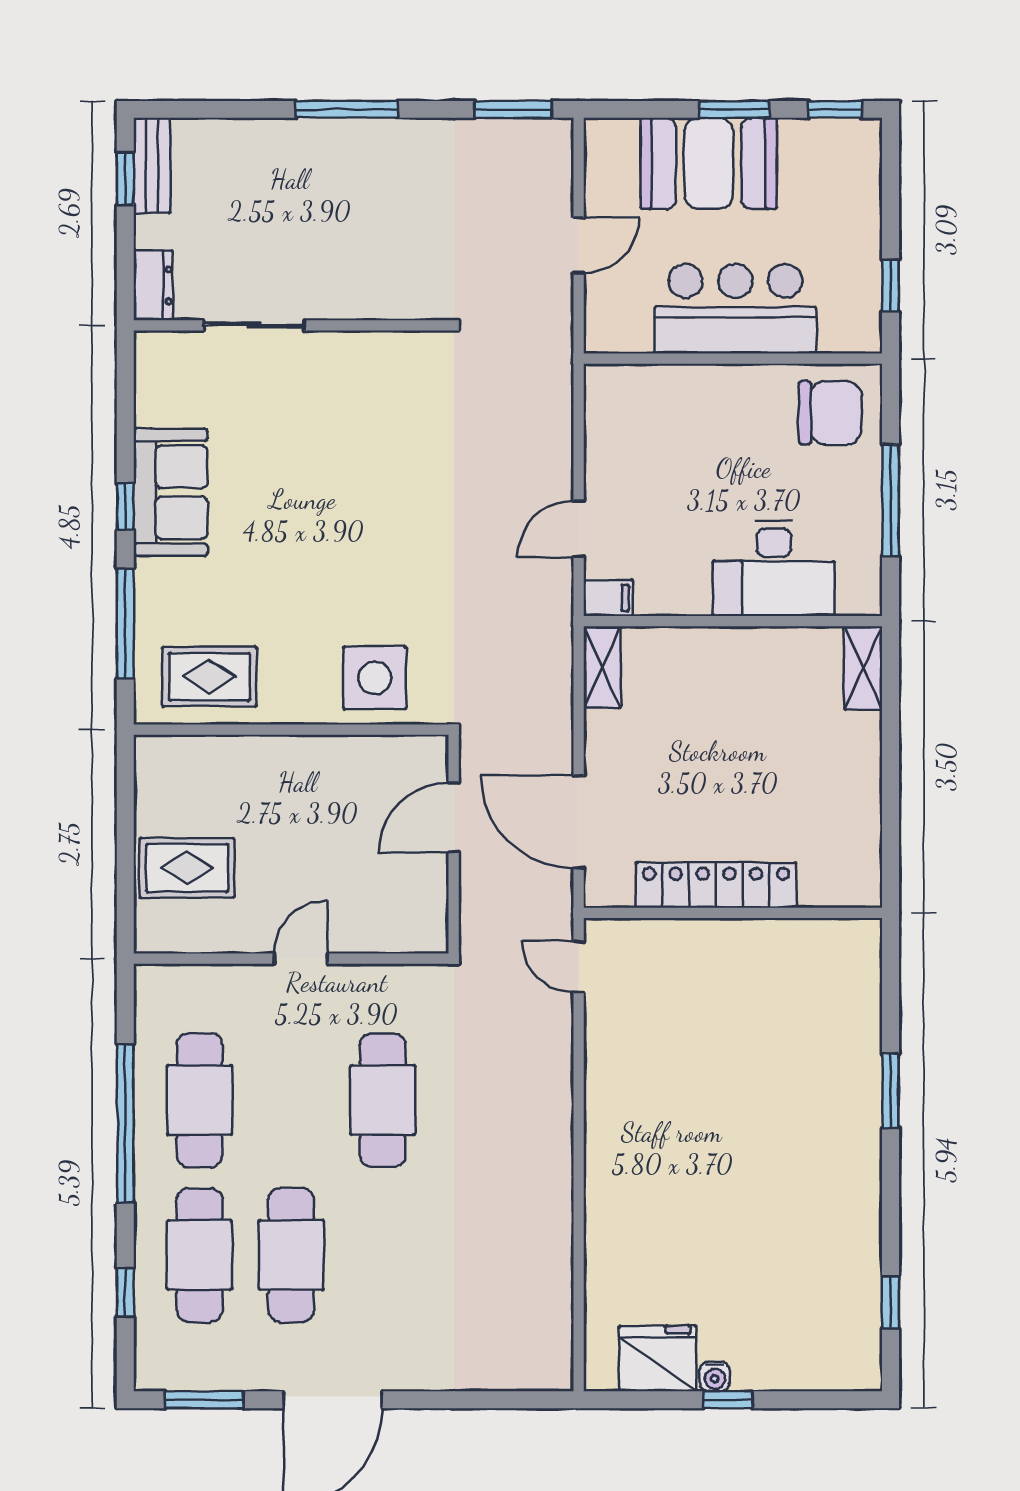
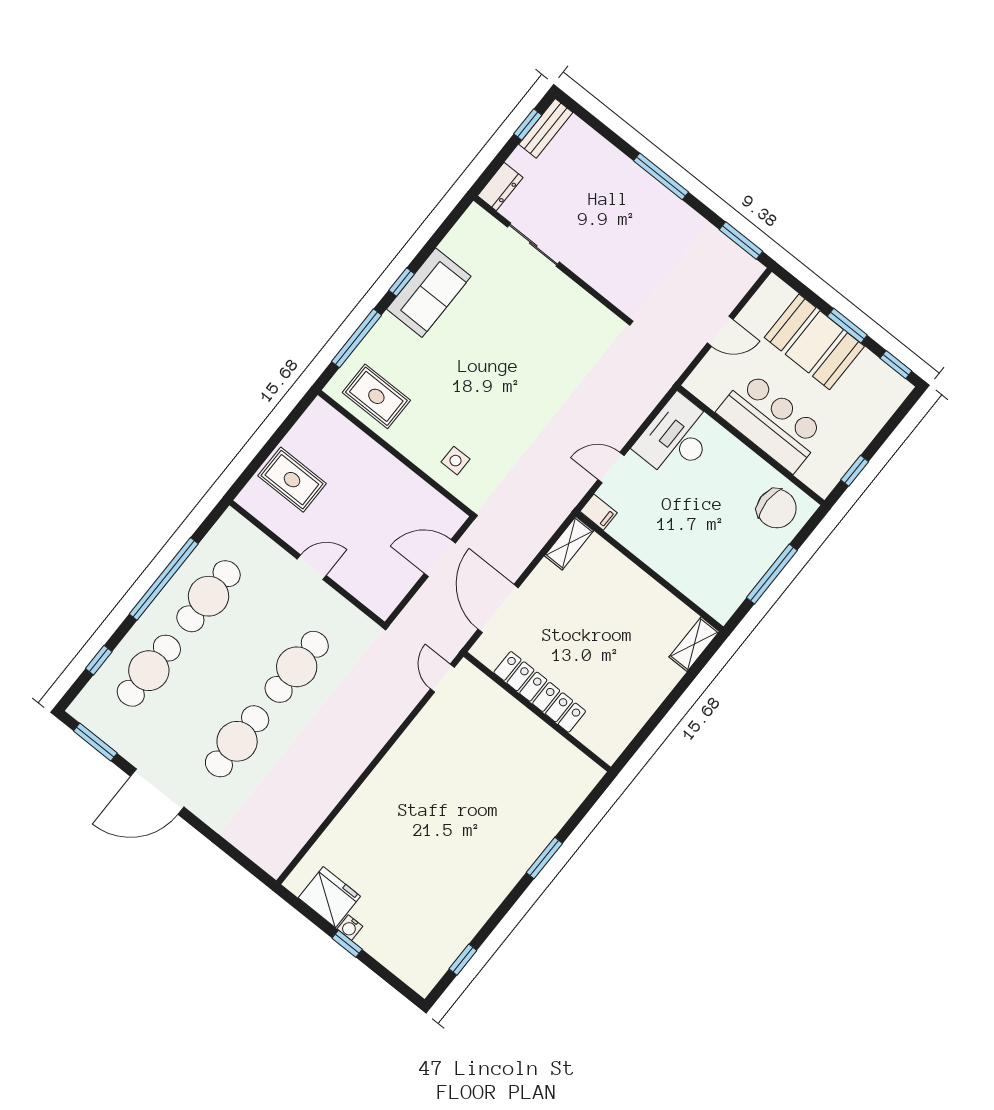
desk: (774, 568) -> (677, 438), moved, turned 90
side table: (375, 678) -> (455, 461), width x0.54, depth x0.54
cafe table: (291, 1255) -> (237, 741), moved

